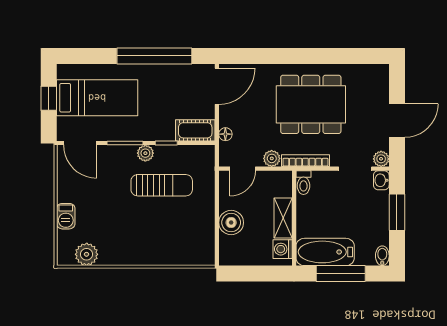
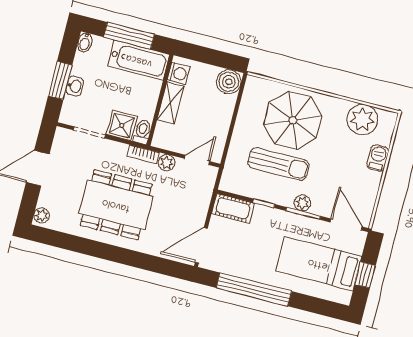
floor lamp: (225, 134) -> (205, 197), removed
plant: (145, 153) -> (302, 203), moved
plant: (381, 159) -> (42, 216), moved
bookcase: (305, 161) -> (143, 154), width x0.64
washbasin: (381, 180) -> (75, 86), moved
shower: (325, 184) -> (122, 125), added
sun lounger: (162, 185) -> (278, 164), turned 180
boiler: (231, 223) -> (229, 82), moved
parasol: (158, 232) -> (293, 120), added
plant: (87, 254) -> (362, 119), width x1.36, depth x1.36

